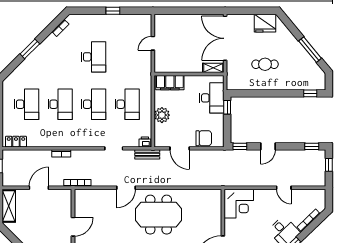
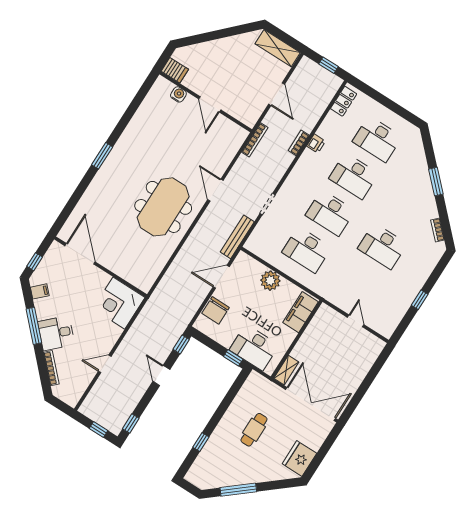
window: (310, 93) -> (201, 442), moved
printer: (145, 142) -> (316, 144), moved
bench: (147, 154) -> (237, 237), width x1.36

